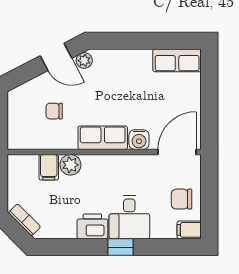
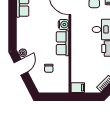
plant: (70, 165) -> (77, 60), removed
filing cabinet: (49, 167) -> (78, 88), moved

